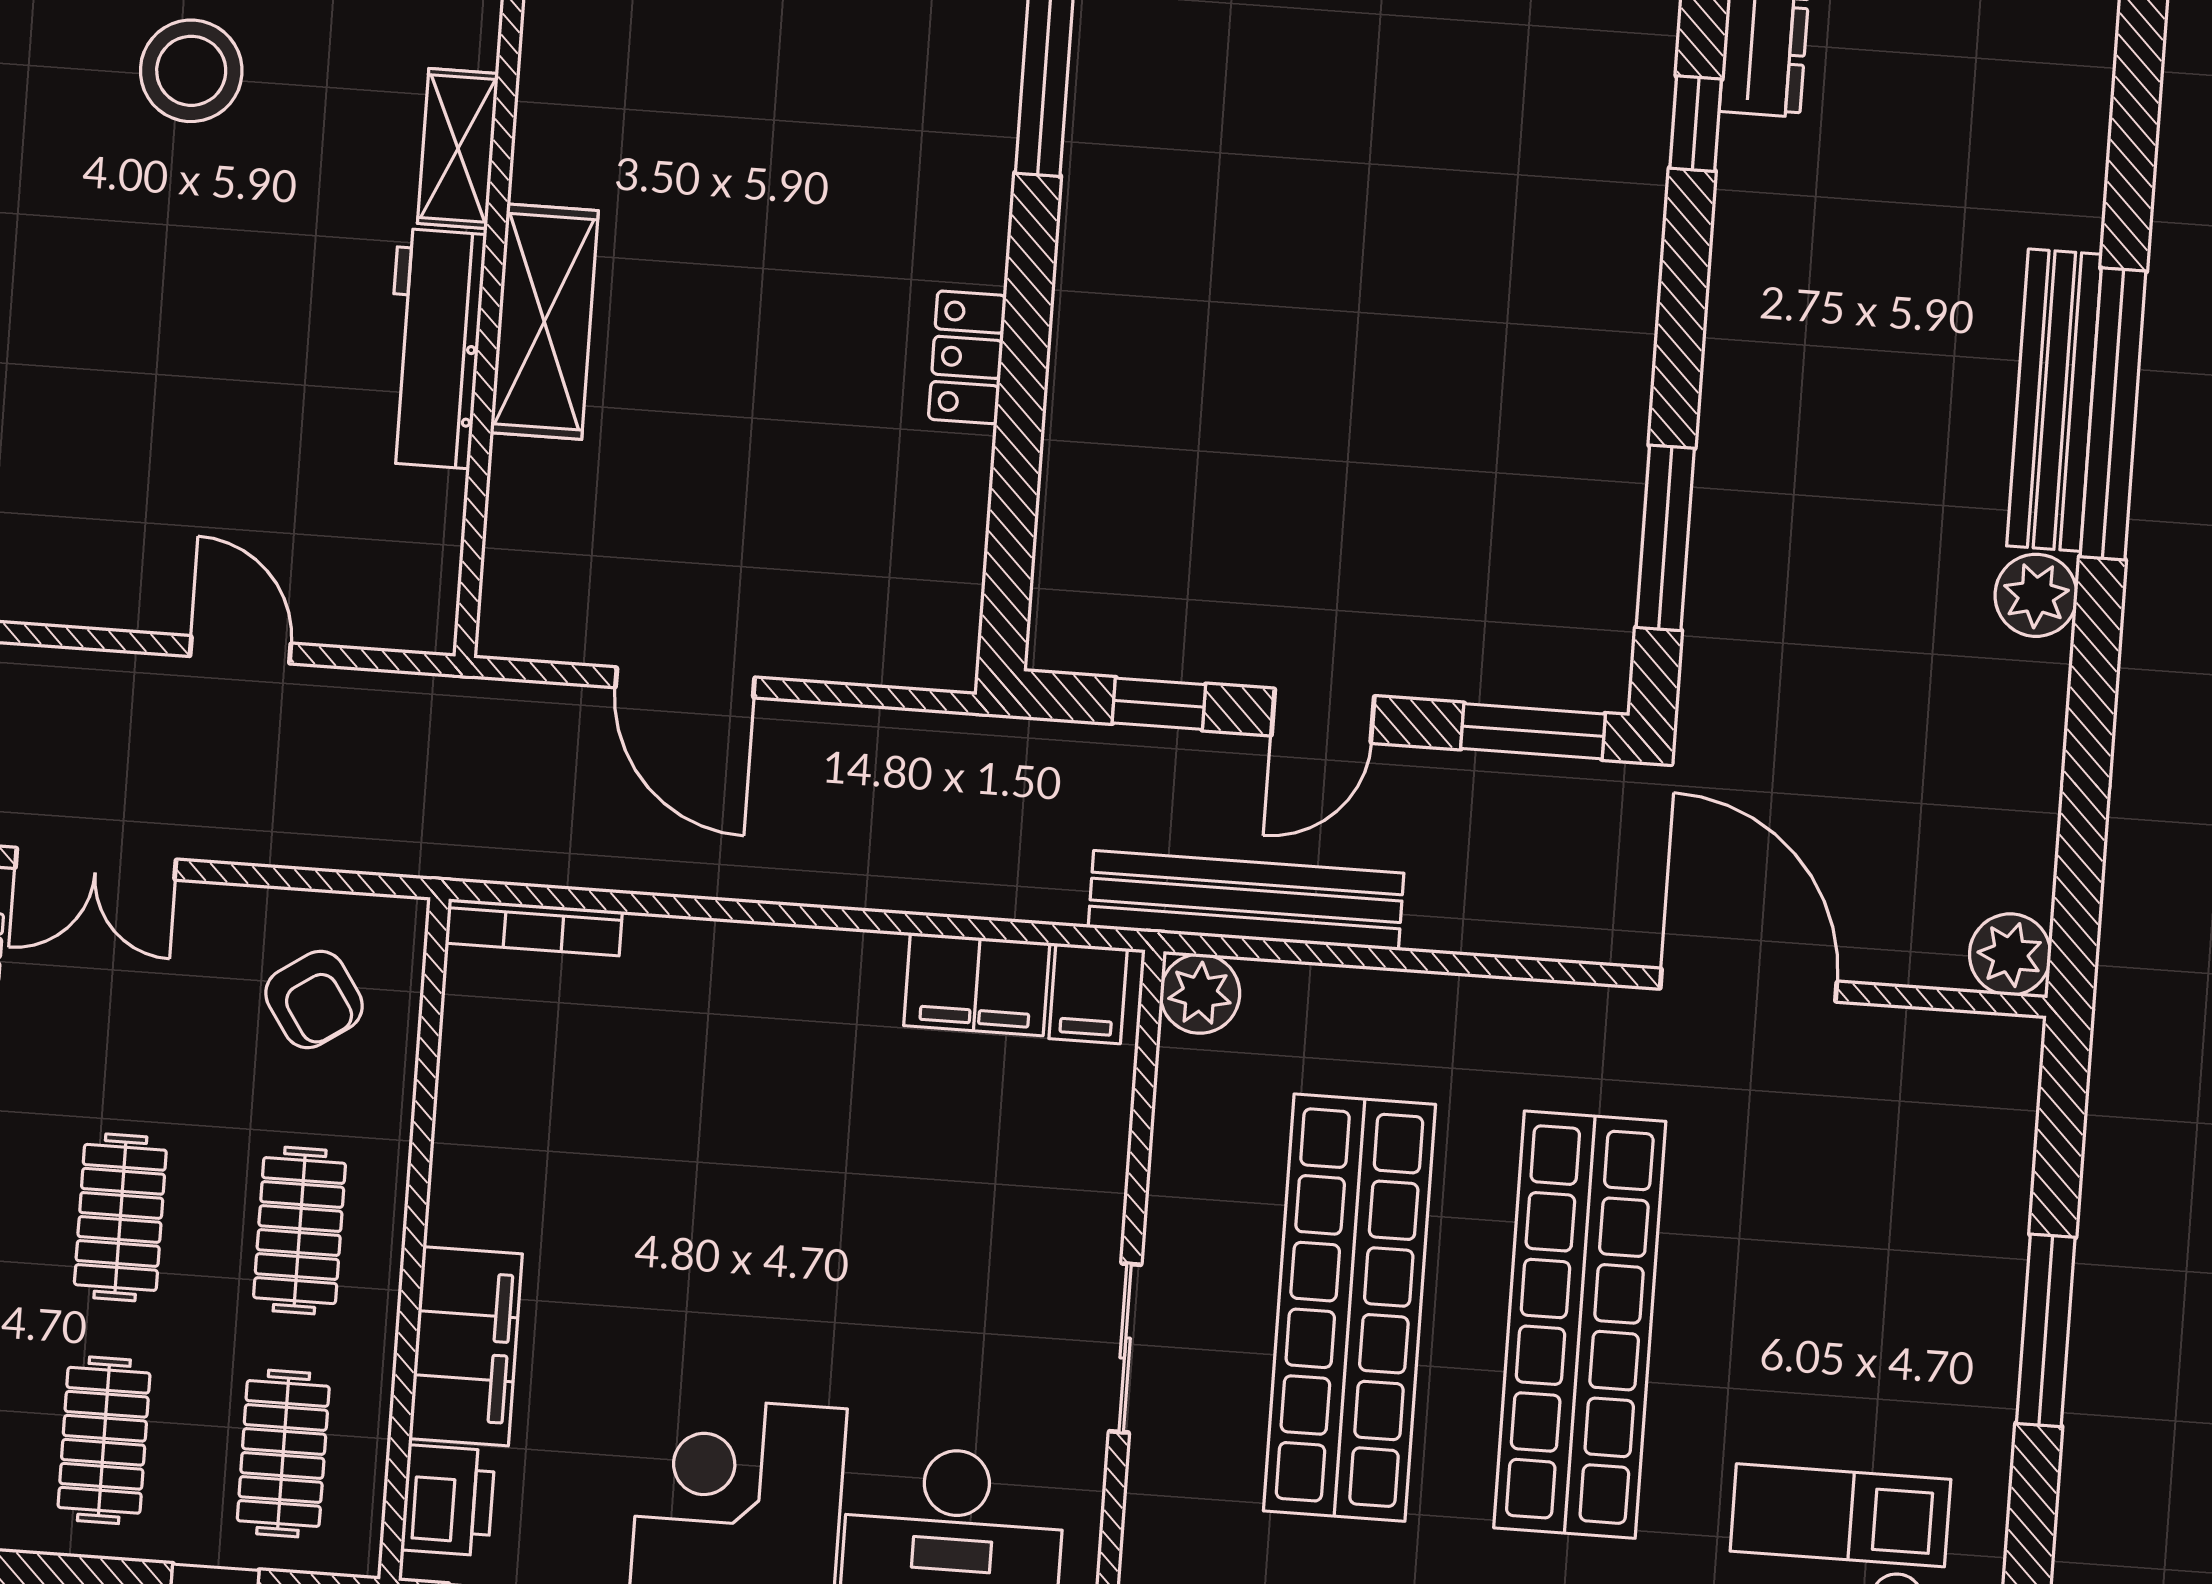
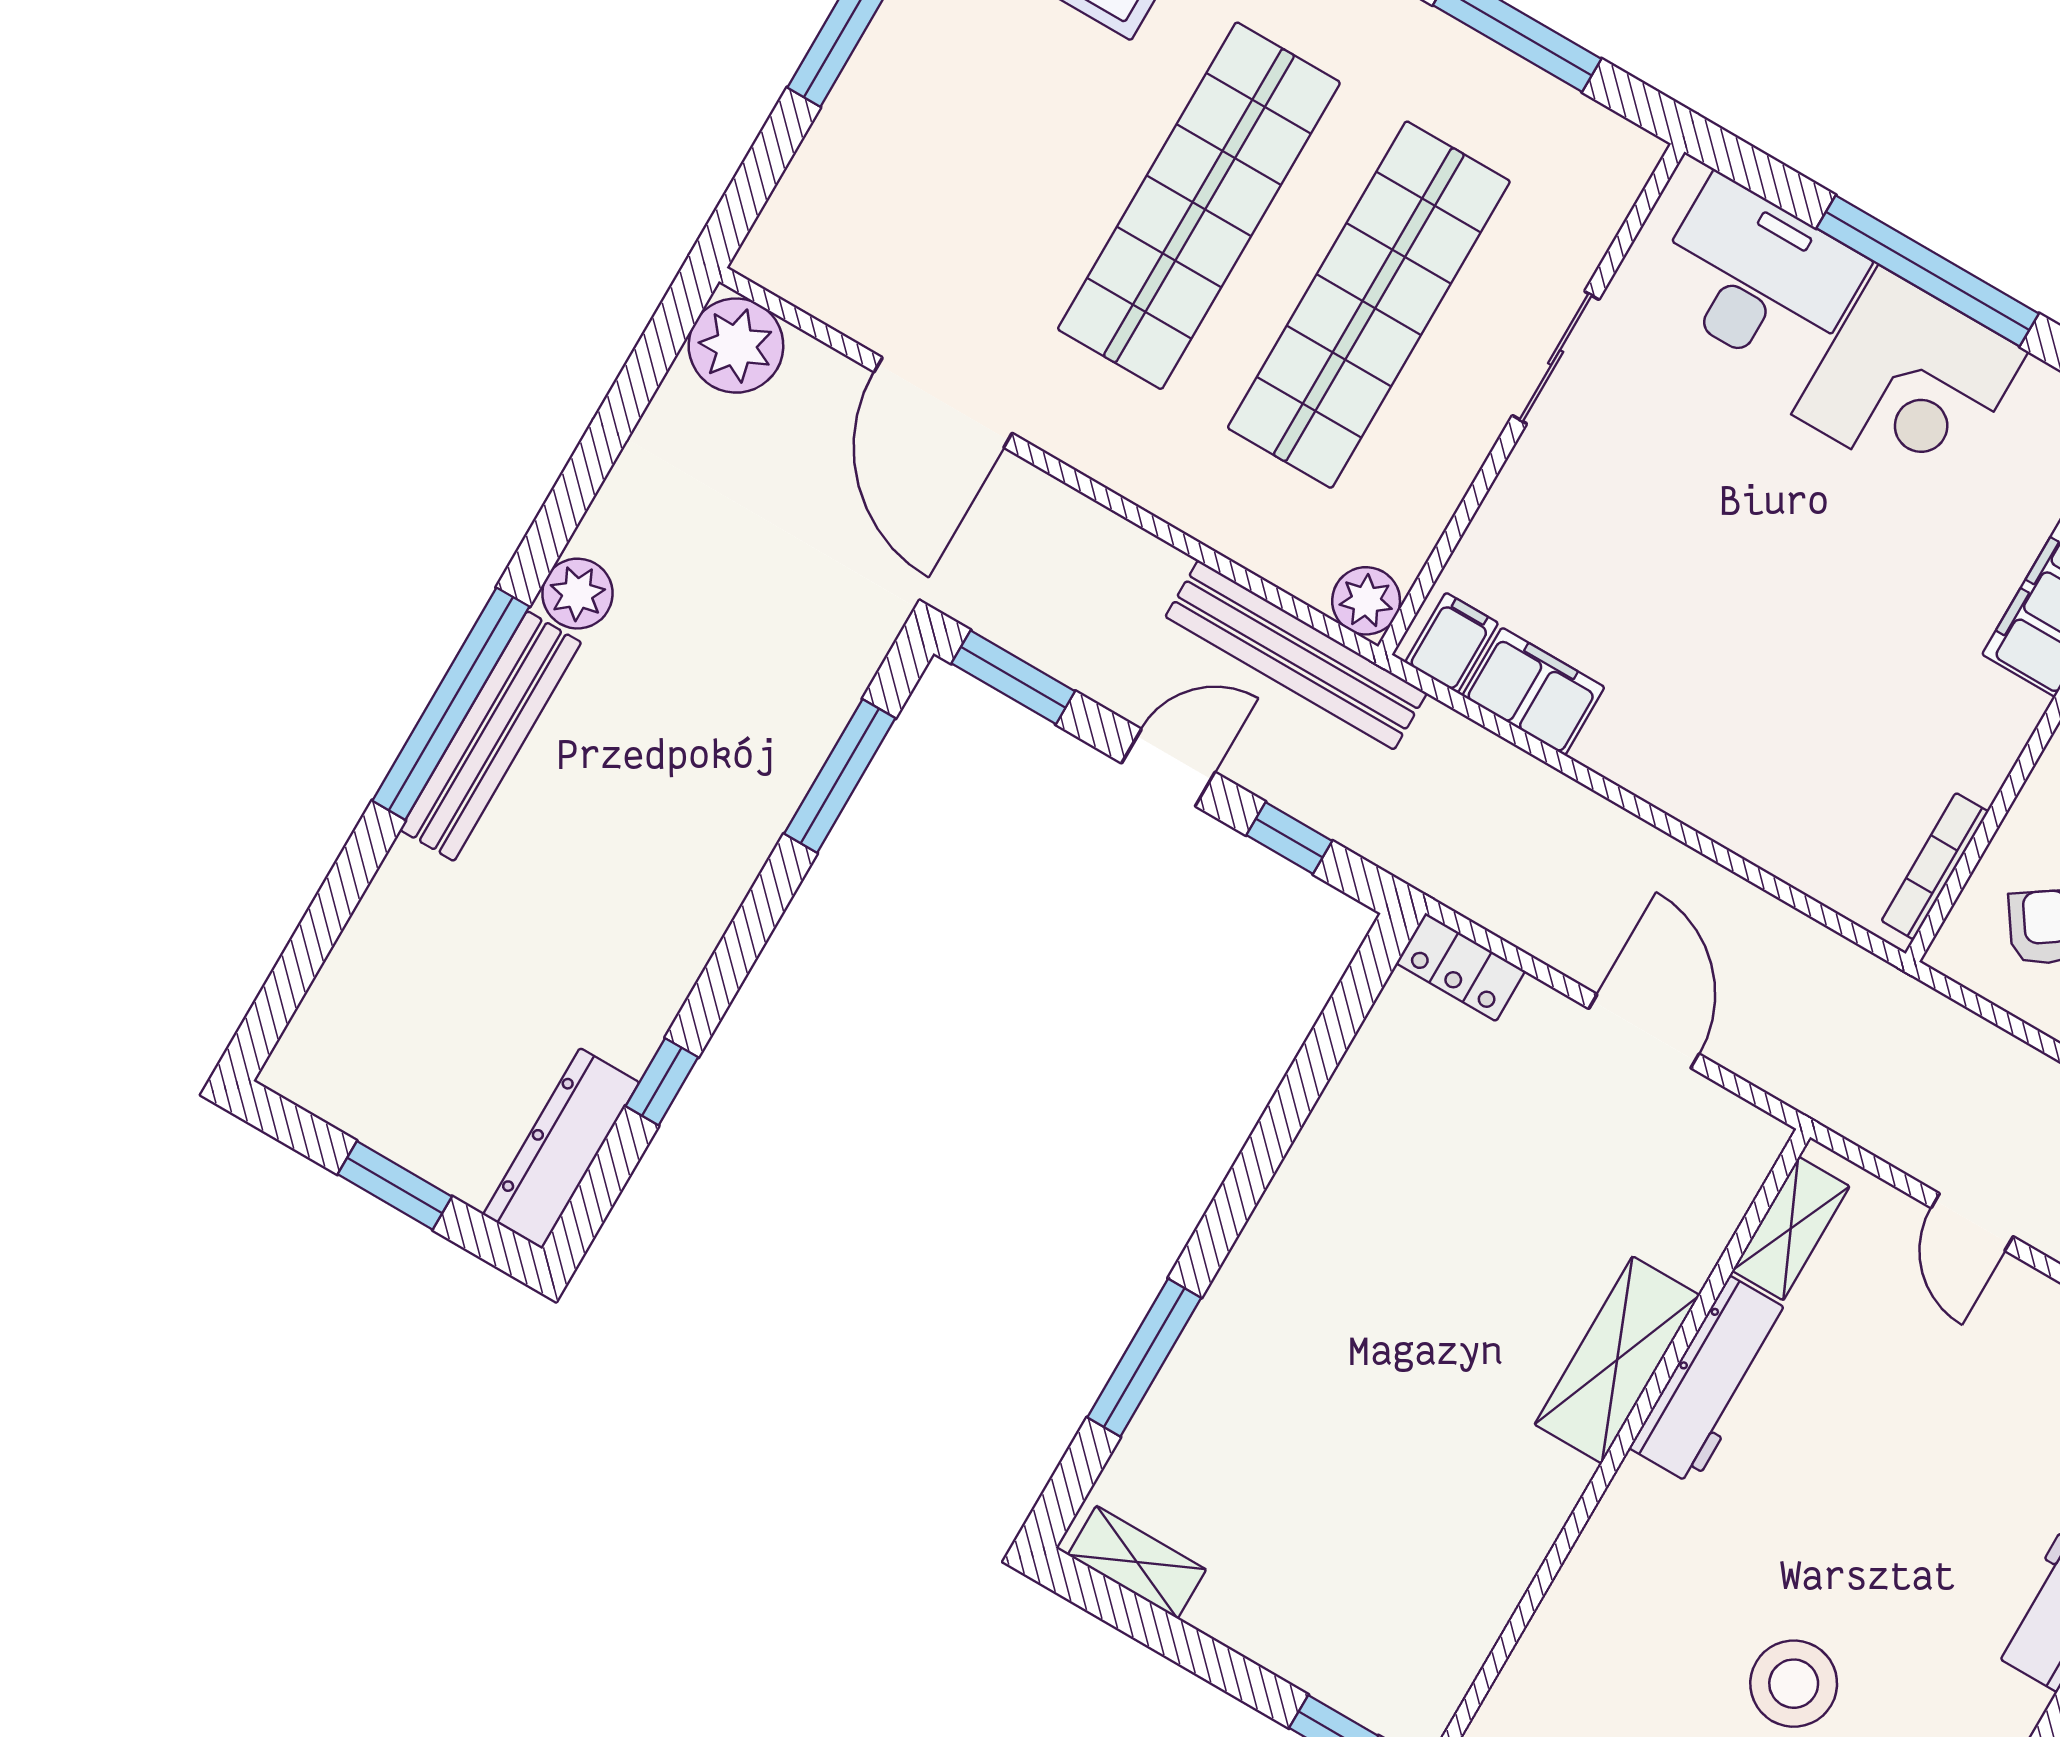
shelving: (458, 148) -> (1791, 1228), moved
locker: (967, 357) -> (1461, 967), moved, turned 90
bookcase: (534, 927) -> (1935, 866), moved, turned -90
plant: (2010, 955) -> (736, 346), width x1.36, depth x1.36

